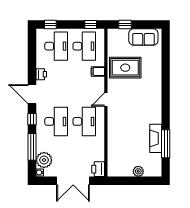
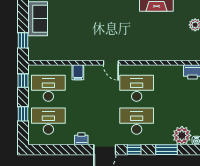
window: (50, 25) -> (23, 114), moved
rug: (125, 68) -> (74, 40), removed
window: (32, 147) -> (166, 150), width x0.69

